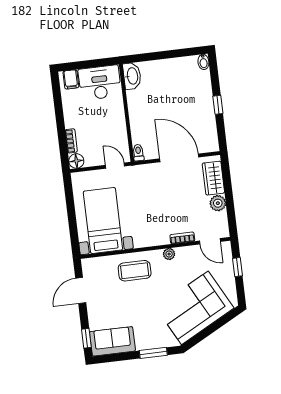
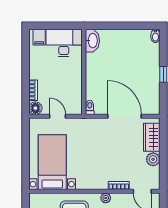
door: (115, 166) -> (58, 116), moved

